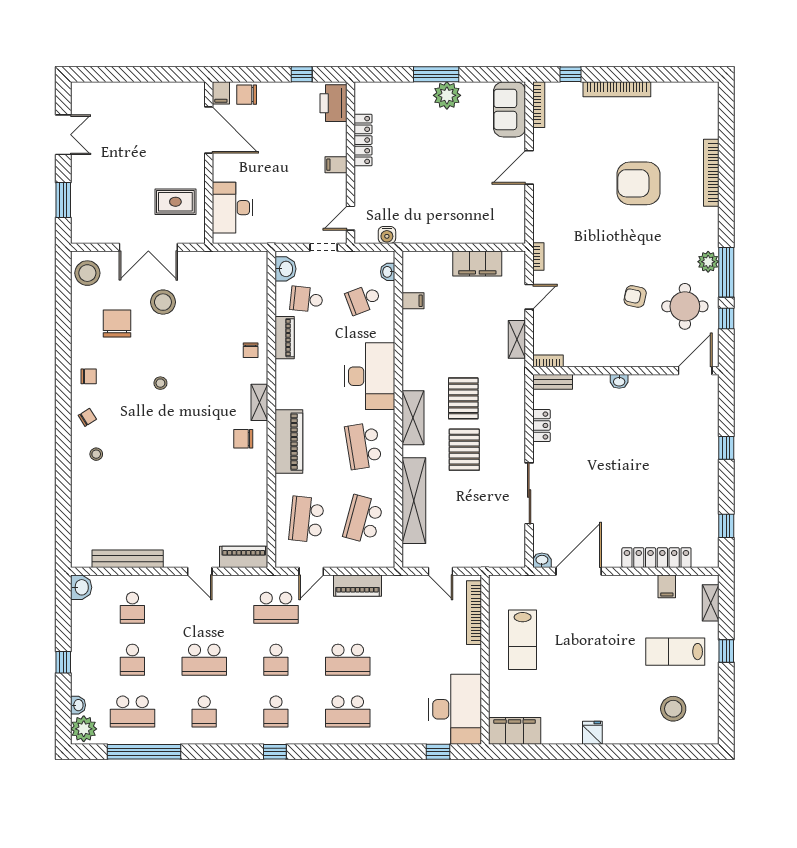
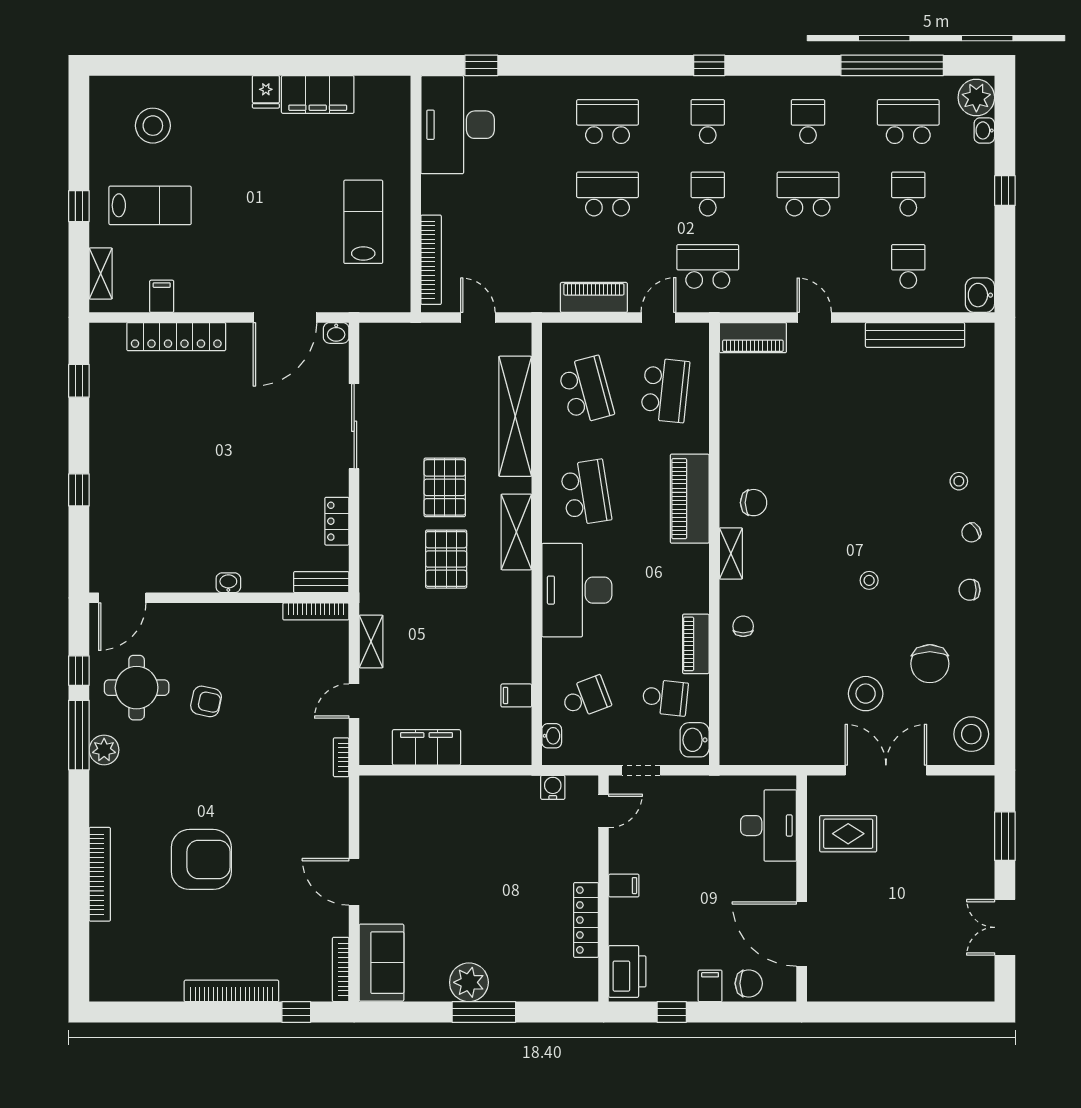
filing cabinet: (221, 93) -> (710, 986), moved
door: (529, 167) -> (354, 882), swing flipped
bookcase: (548, 361) -> (316, 611), width x1.56
school desk: (363, 519) -> (586, 390), turned -30
filing cabinet: (515, 731) -> (318, 95), moved

